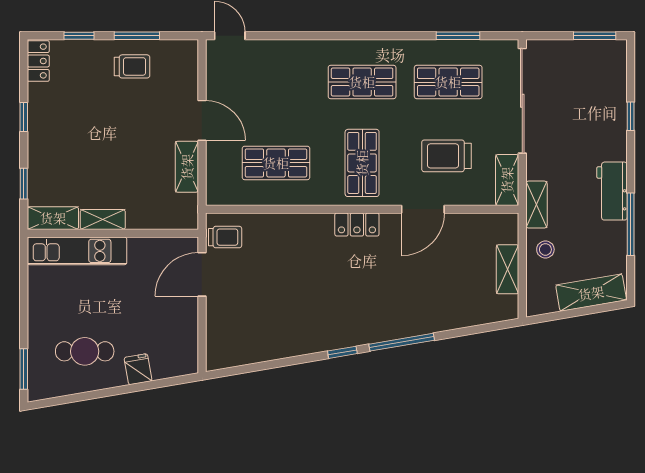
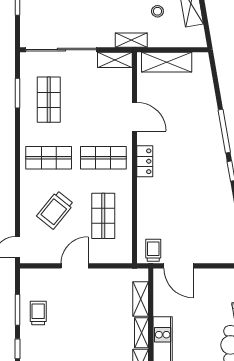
shop shelf: (362, 82) -> (49, 158), turned 90
trolley: (446, 156) -> (55, 210), moved, turned 39
shelving: (187, 167) -> (141, 299), moved, turned 90
stool: (545, 249) -> (157, 11), moved
shelving: (508, 269) -> (167, 62), width x1.50, depth x1.33

